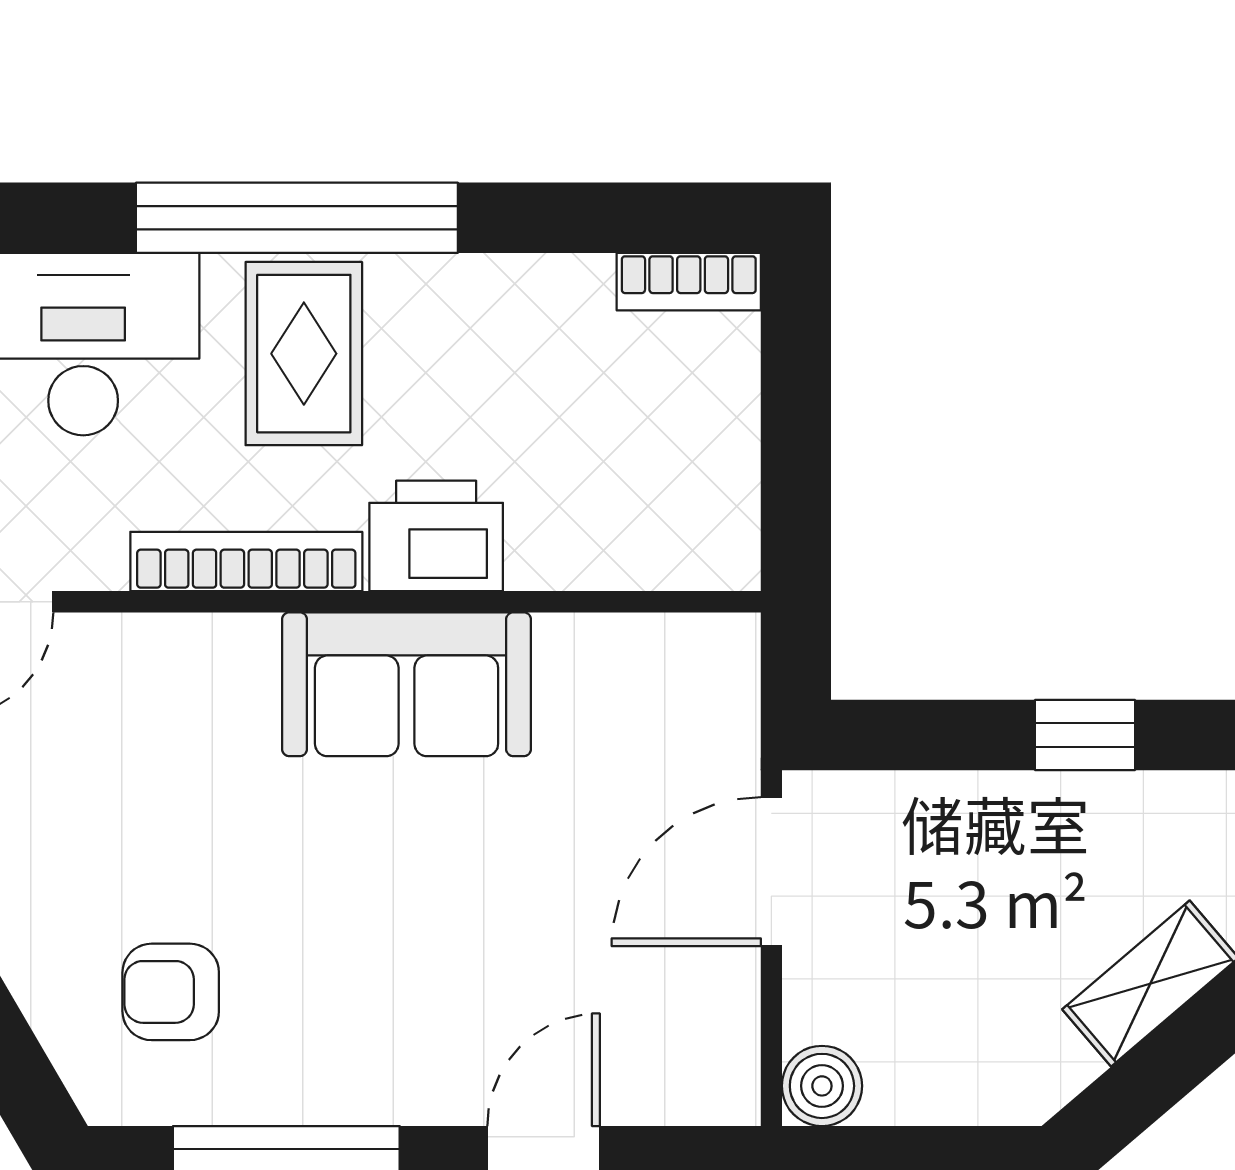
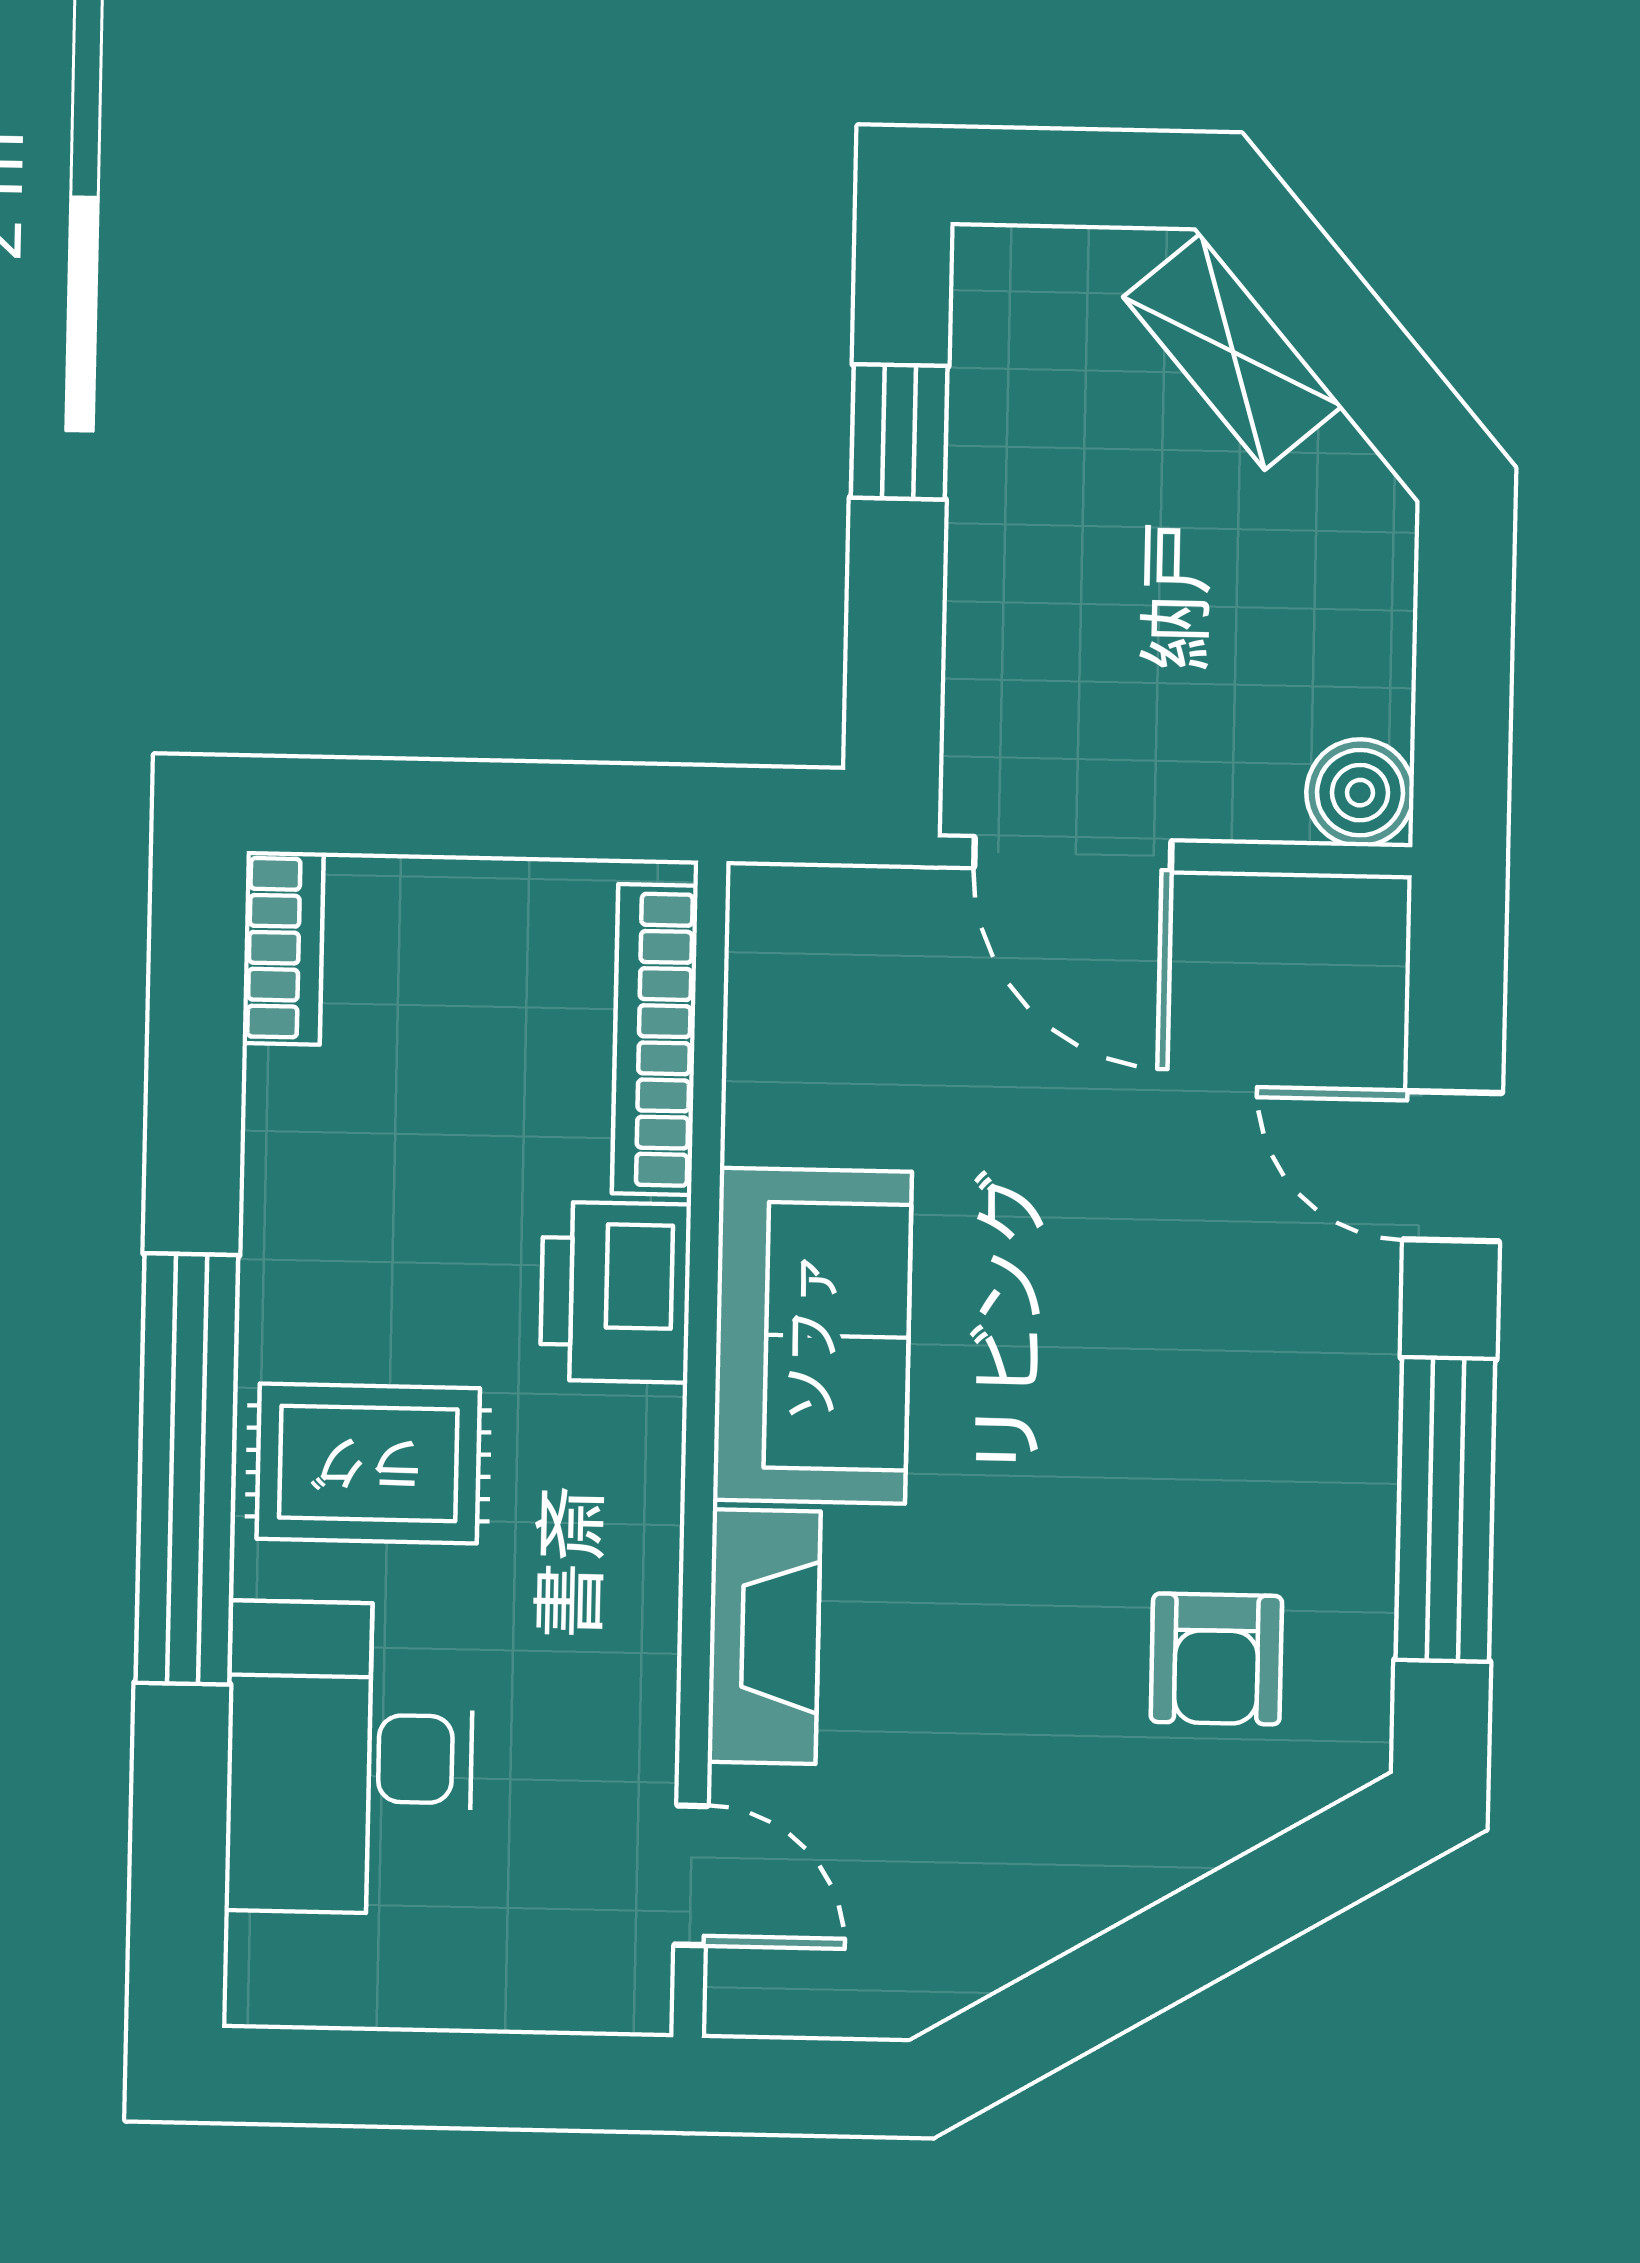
bookcase: (246, 562) -> (655, 1040), moved
fireplace: (180, 653) -> (764, 1637), added

